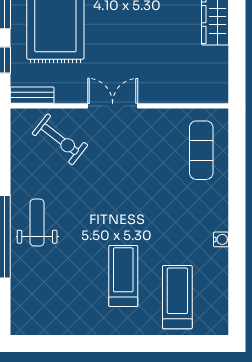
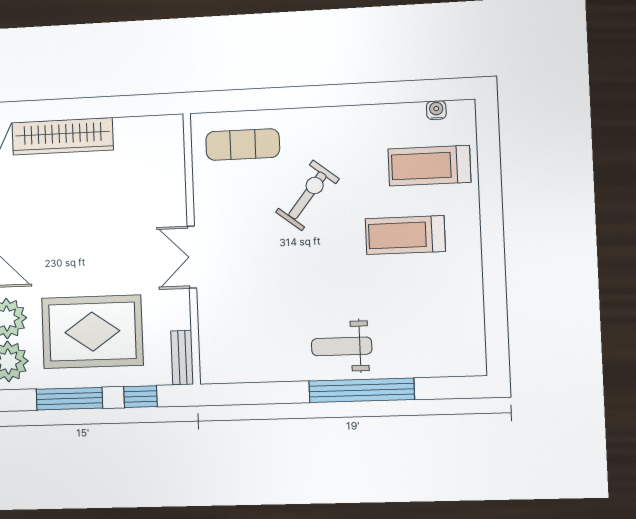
exercise bike: (60, 139) -> (307, 195), moved
water cooler: (221, 239) -> (436, 110), moved

